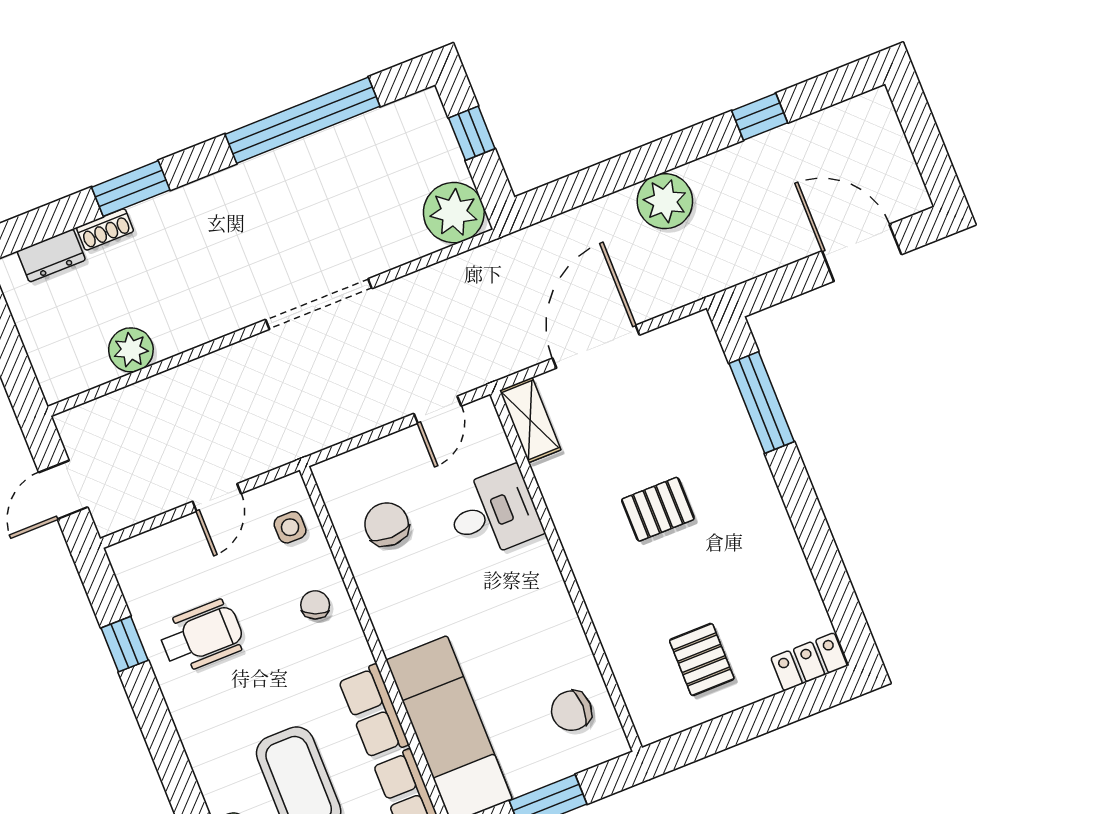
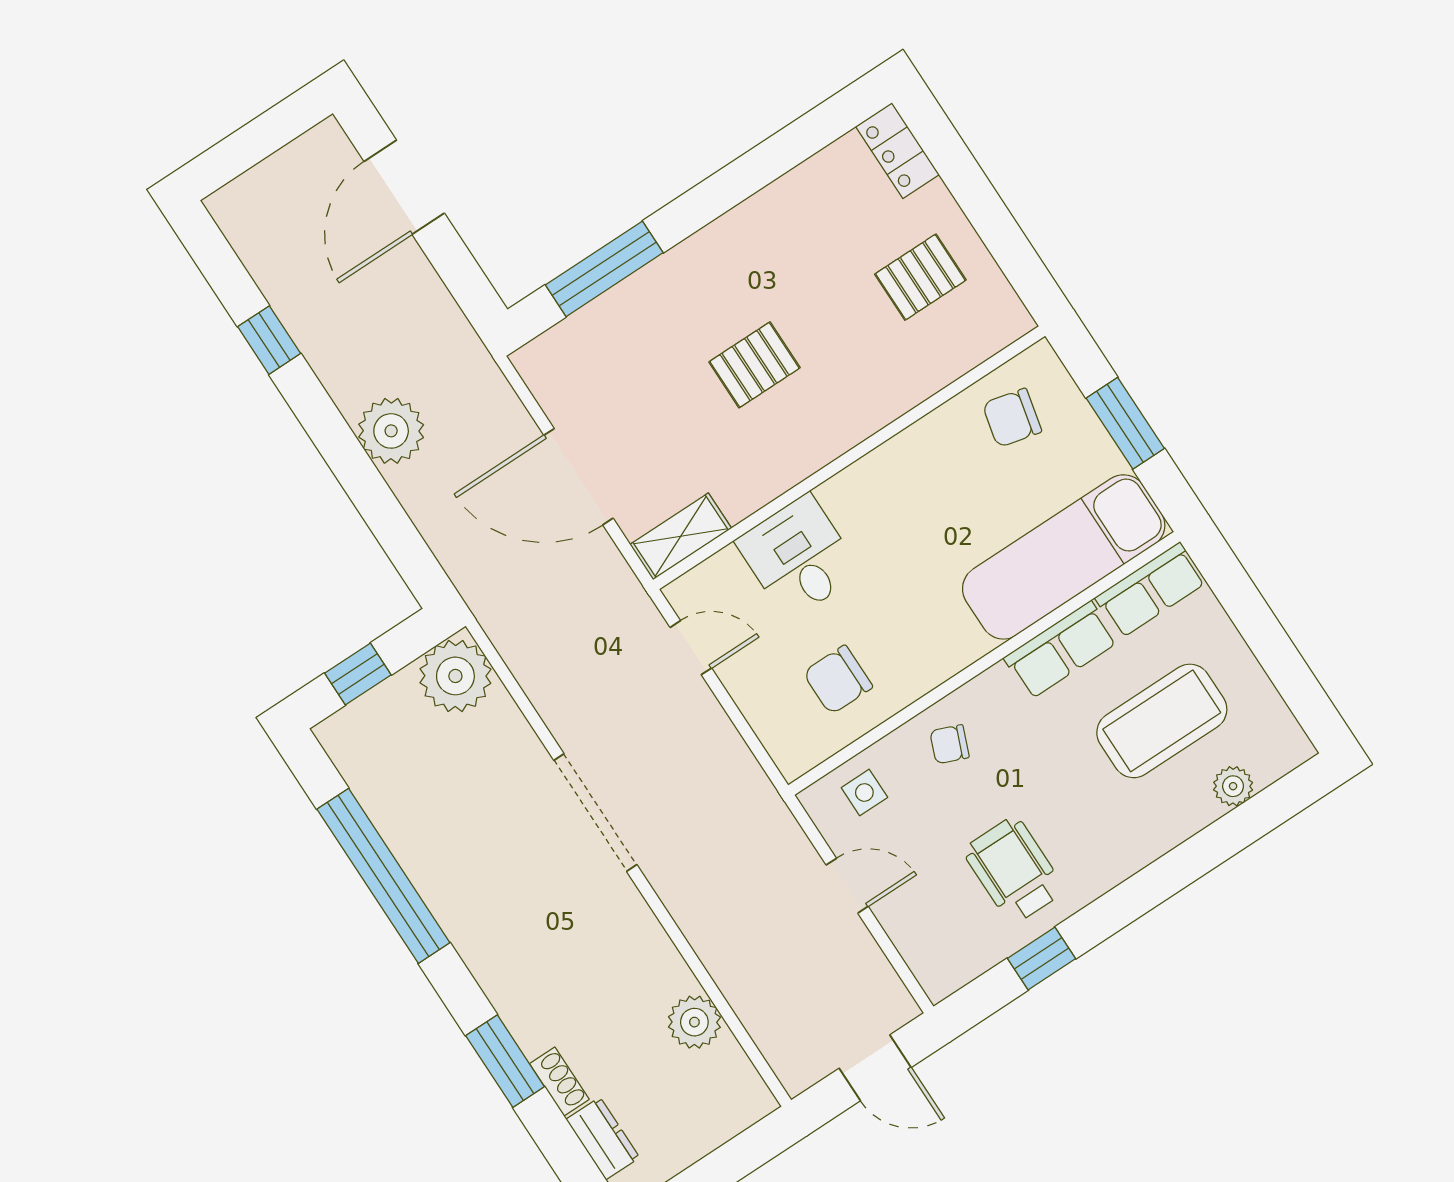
pallet: (658, 509) -> (755, 365), turned 90
chair: (571, 711) -> (1012, 418), turned 103

